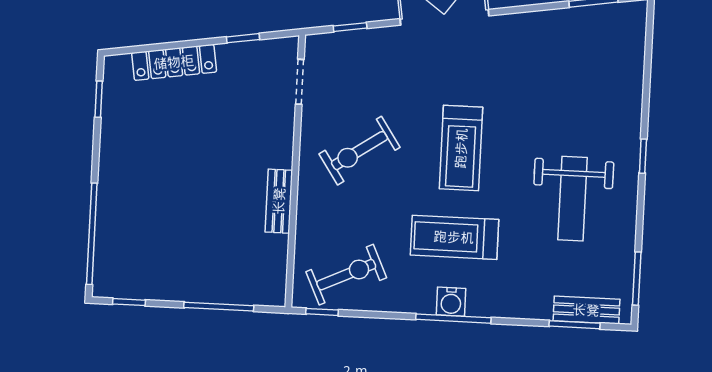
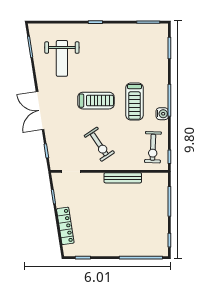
weight bench: (573, 199) -> (62, 58), moved, turned 90
bench: (279, 201) -> (123, 178), width x1.36
exercise bike: (346, 275) -> (153, 147), turned -153
water cooler: (451, 302) -> (162, 114), moved
bench: (586, 310) -> (163, 43), removed

